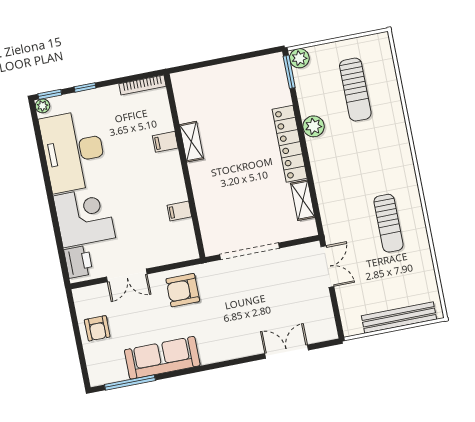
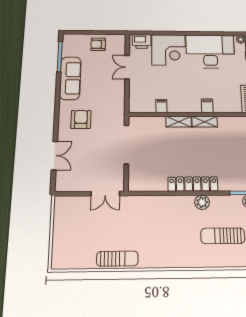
shelving: (303, 200) -> (179, 122), moved
sun lounger: (388, 223) -> (117, 259), moved, turned 180
armchair: (183, 290) -> (81, 119), moved
bench: (399, 318) -> (59, 237), removed

